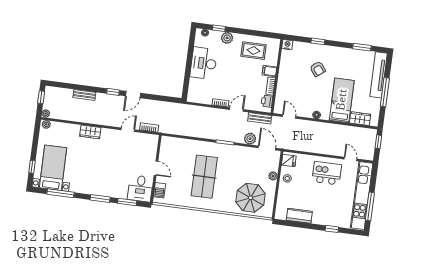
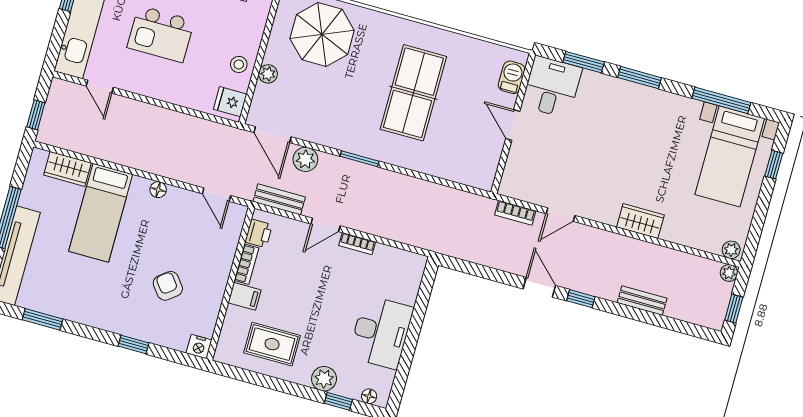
armchair: (318, 69) -> (168, 286), moved
door: (133, 94) -> (539, 287), hinge flipped
kitchen island: (327, 173) -> (161, 34), moved

